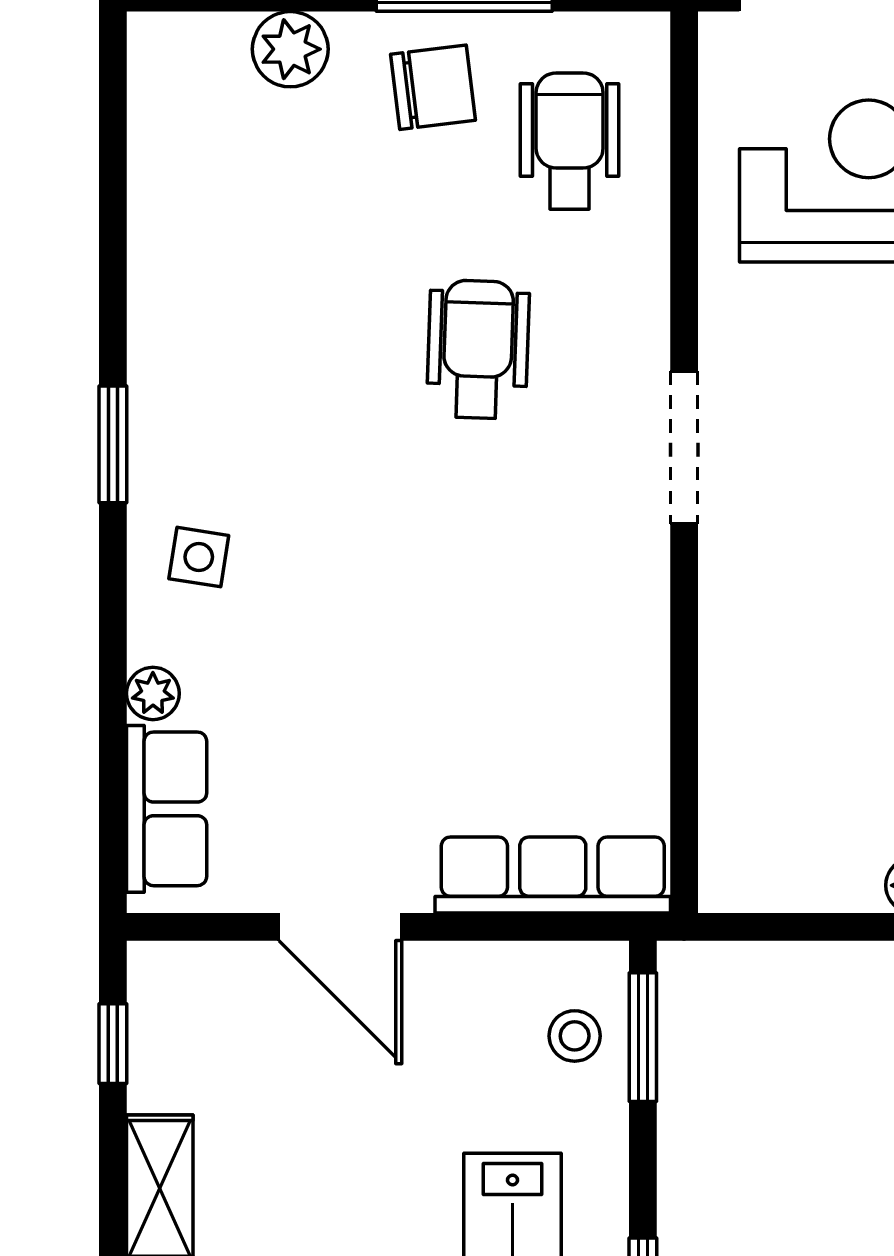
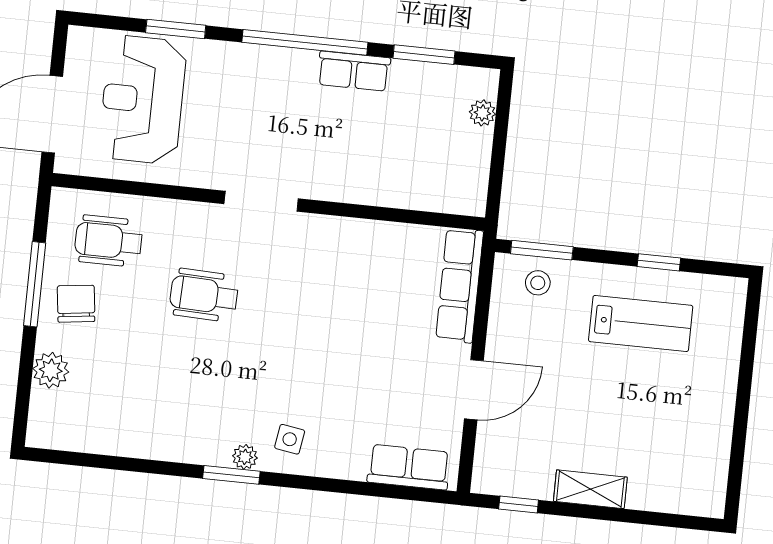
plant: (153, 693) -> (245, 457), moved

